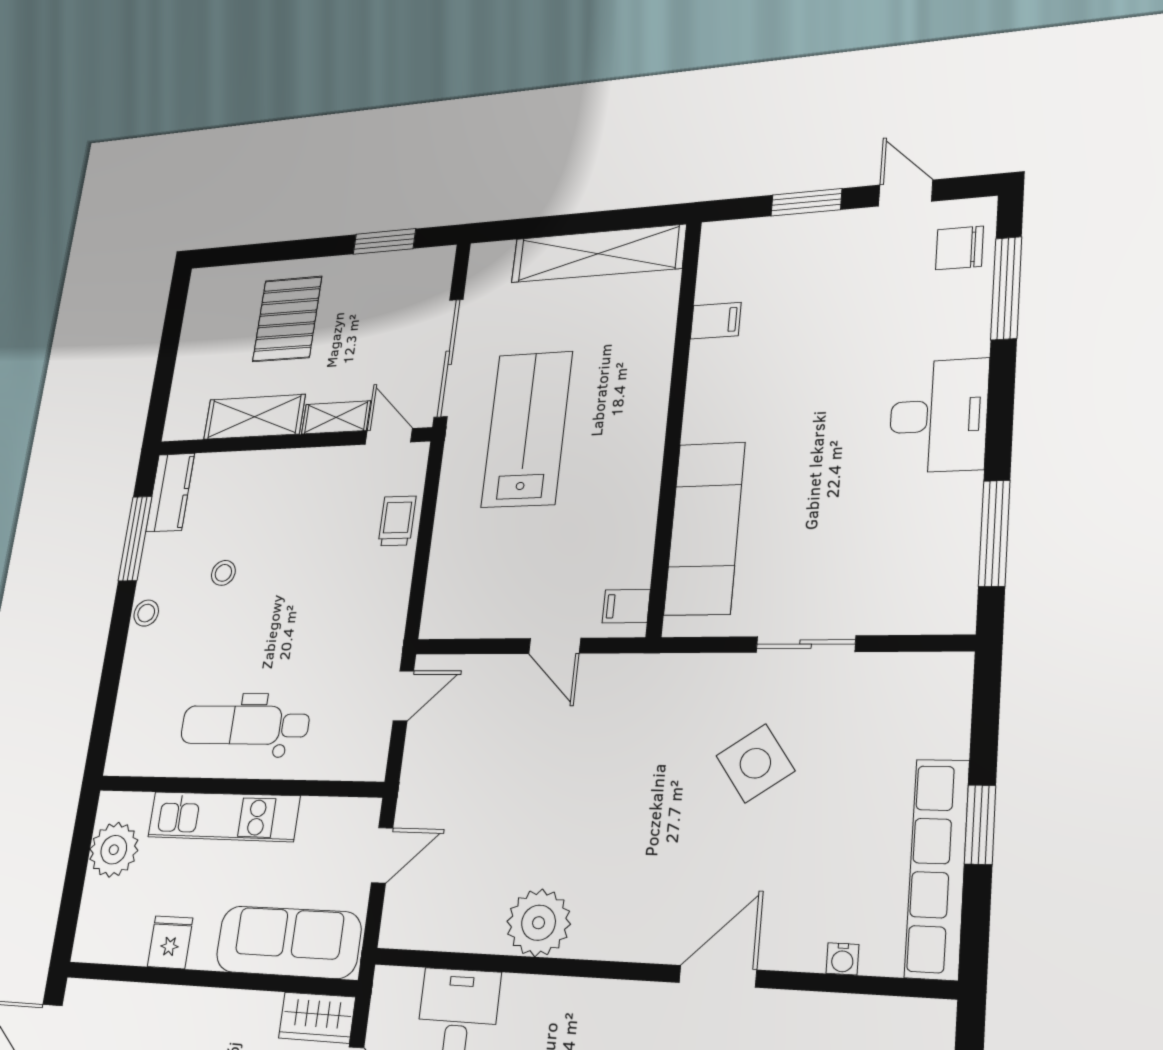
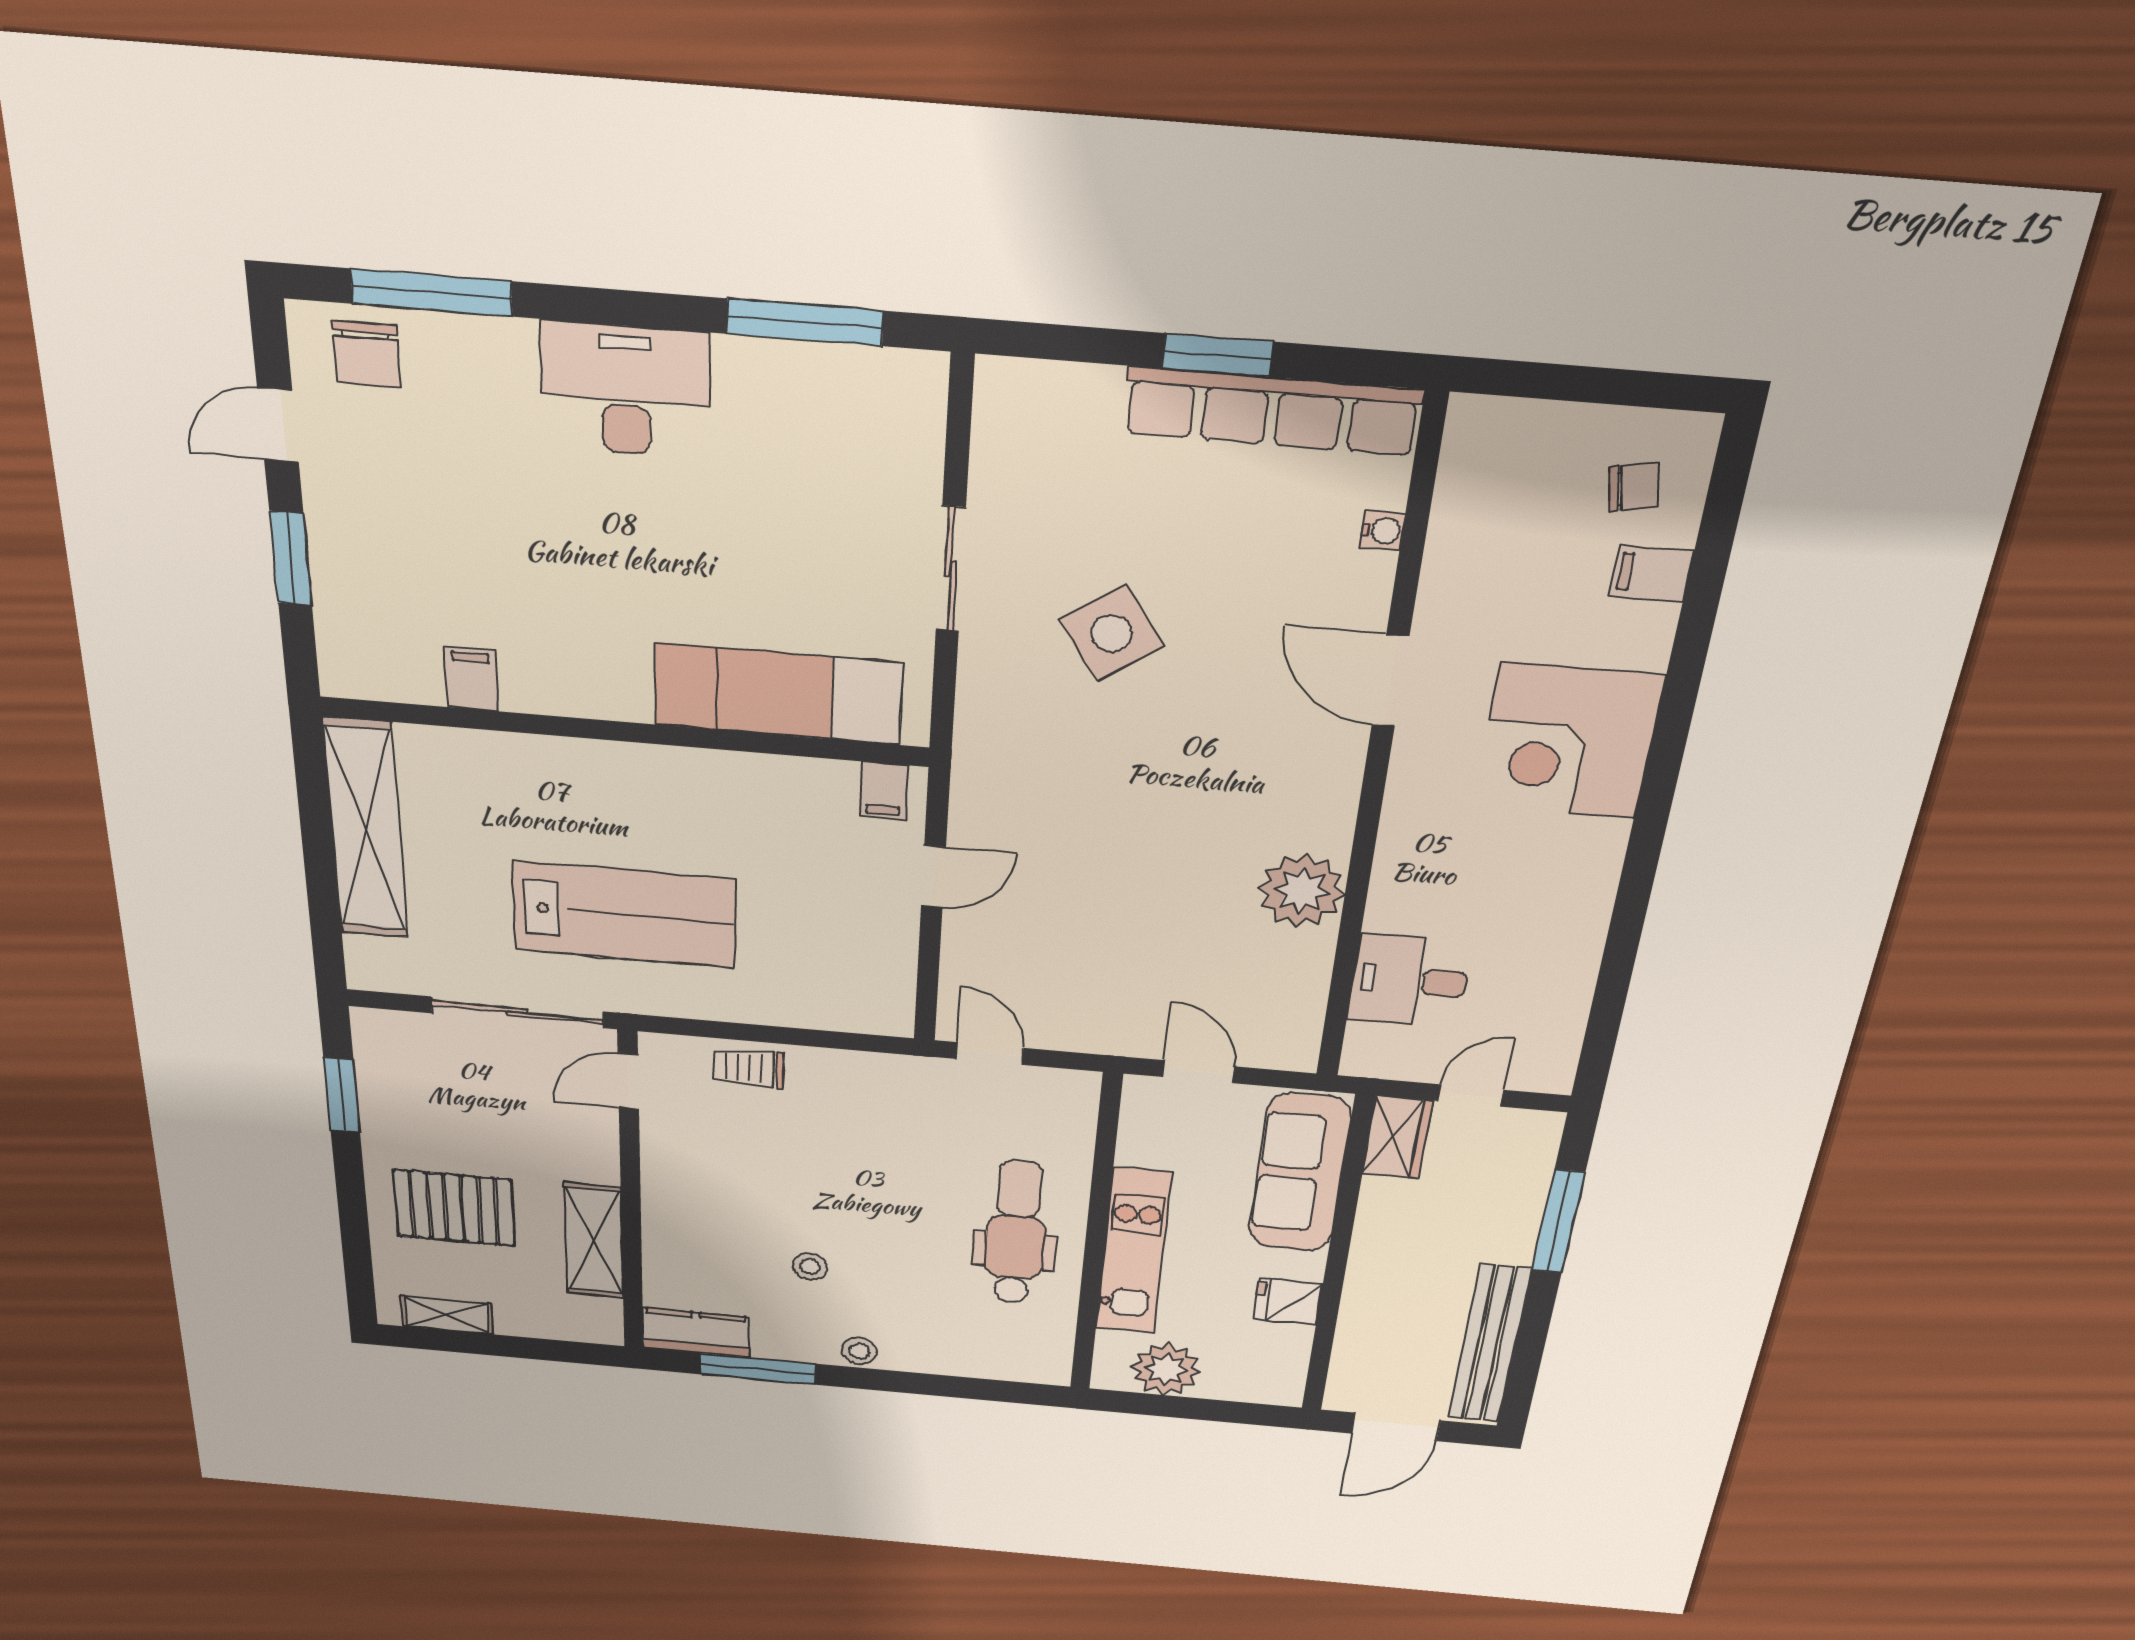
shelving: (336, 417) -> (447, 1315), moved, turned 90
lab bench: (527, 429) -> (624, 915), turned 180
dental chair: (245, 725) -> (1016, 1233), turned 180

